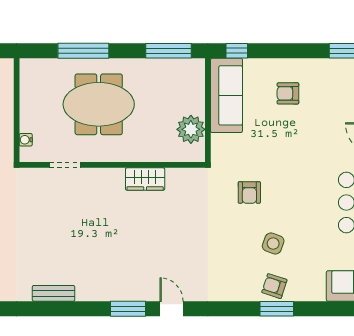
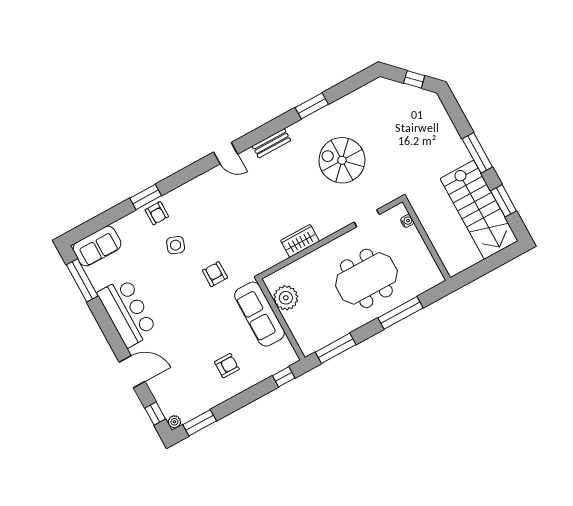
sofa: (226, 95) -> (259, 314), moved
spiral stairs: (58, 237) -> (342, 160), added
armchair: (274, 286) -> (157, 213), turned 72
bench: (54, 293) -> (271, 143), moved
window: (128, 309) -> (312, 106), moved

